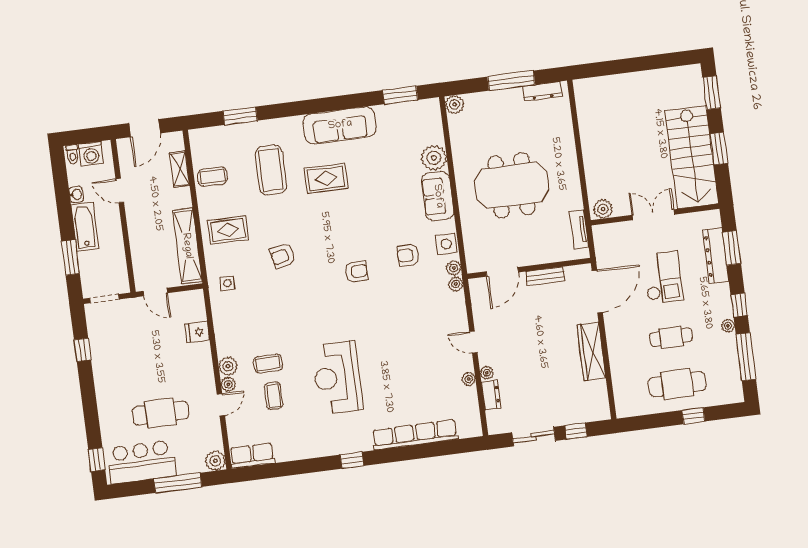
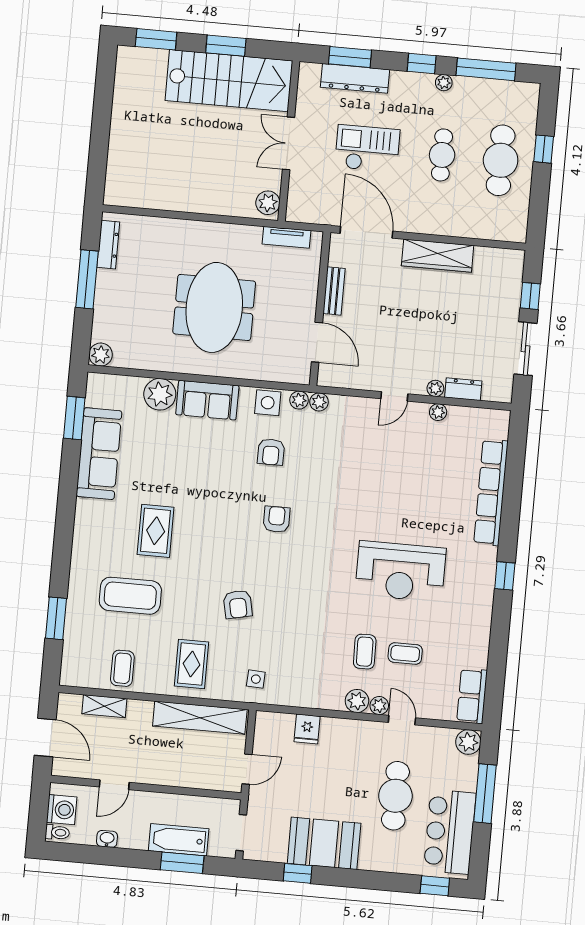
sofa: (340, 125) -> (99, 454), moved
bathtub: (85, 227) -> (179, 840), moved
booth: (111, 365) -> (324, 843), added

